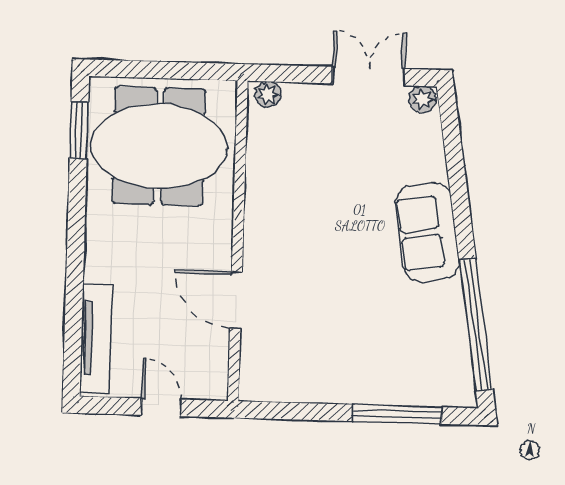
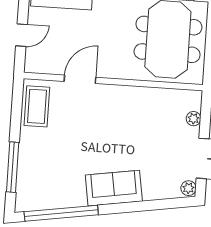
plant: (268, 94) -> (194, 119), moved
coffee table: (287, 375) -> (37, 106), added

